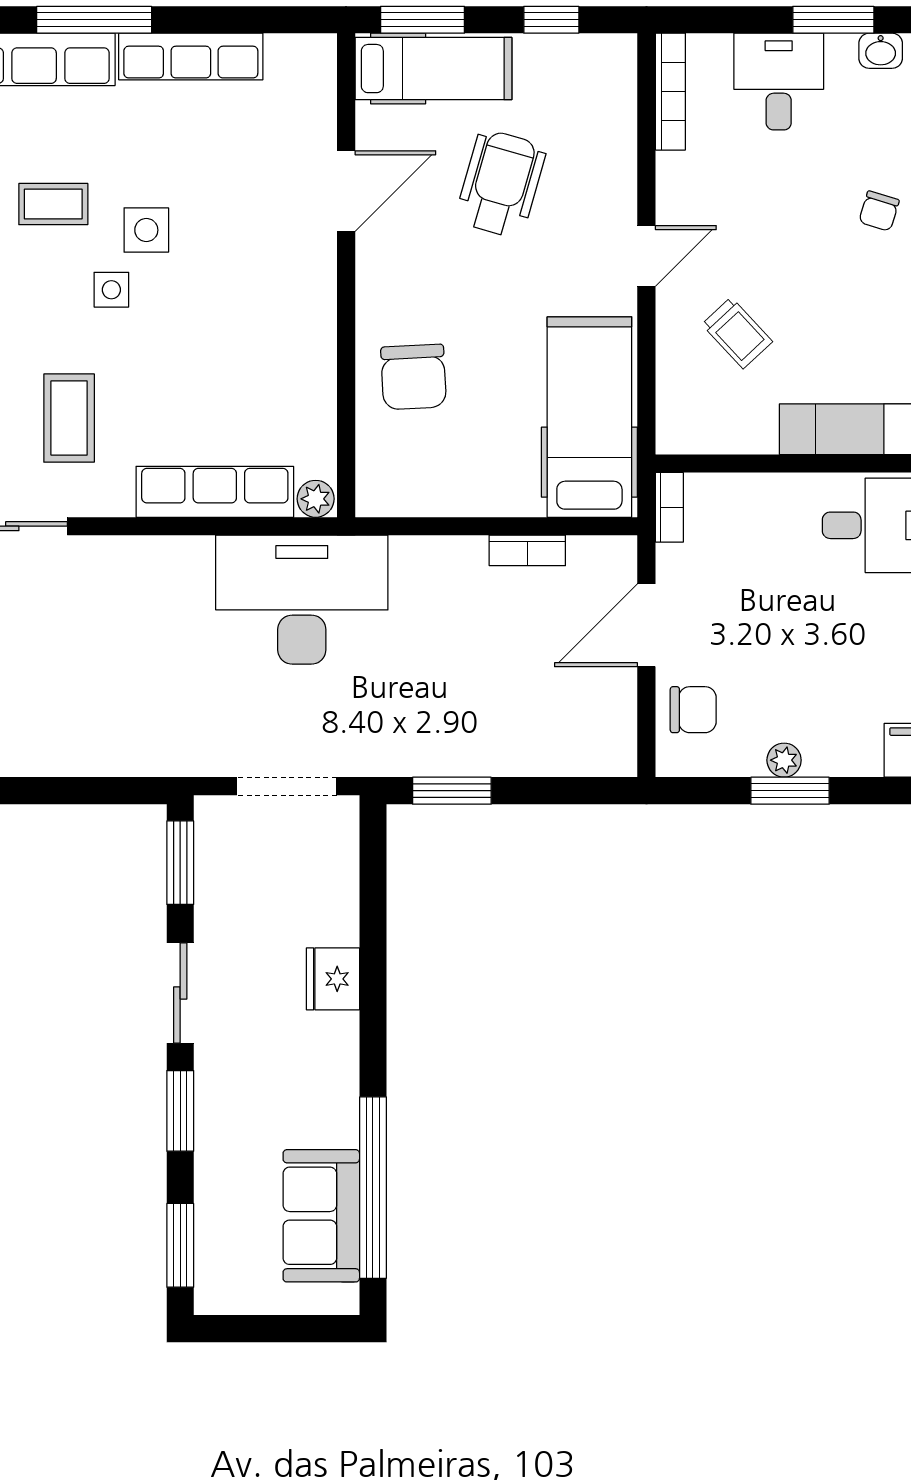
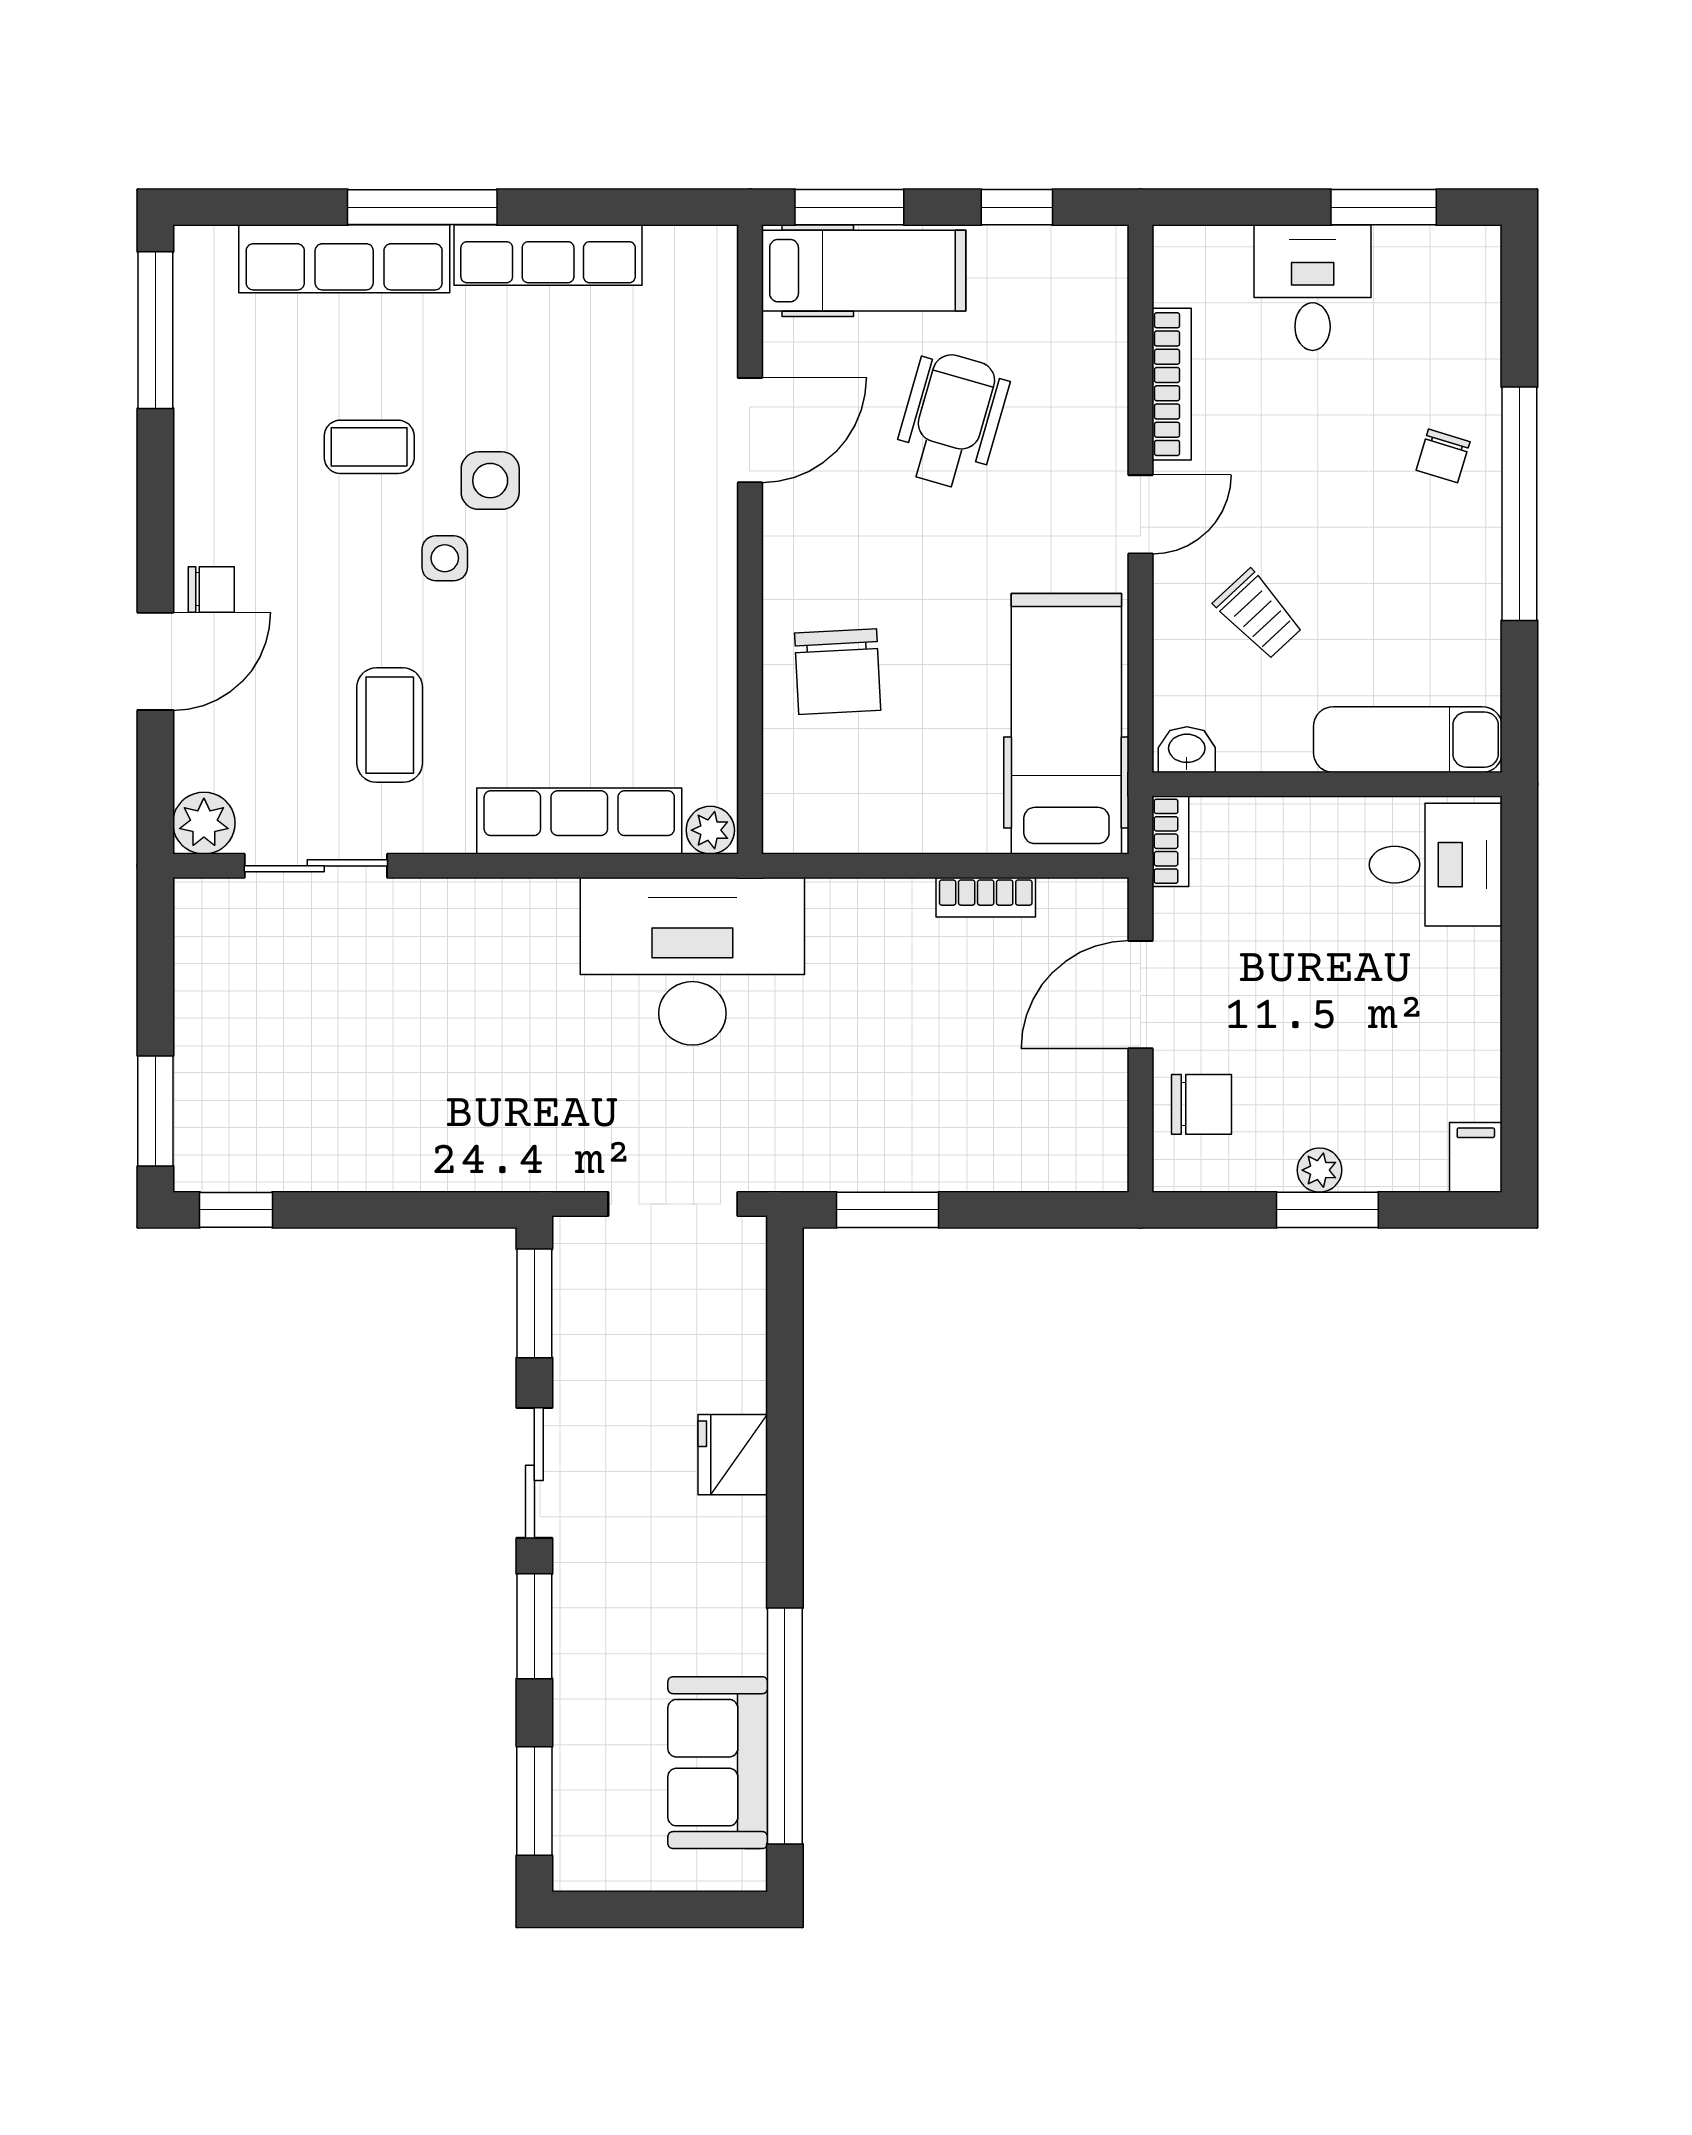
washbasin: (881, 51) -> (1187, 750), moved, turned 180
bookcase: (670, 92) -> (1172, 384), moved

